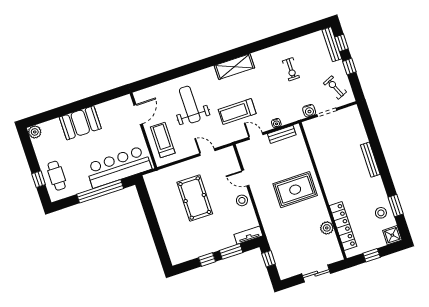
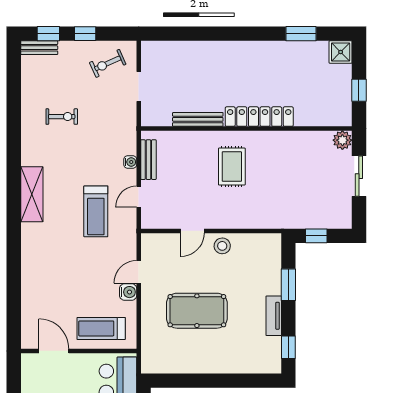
bench: (332, 44) -> (39, 48), width x0.73
weight bench: (190, 105) -> (64, 274), removed
water cooler: (309, 111) -> (128, 292), moved
bench: (370, 160) -> (198, 119), moved
rug: (295, 190) -> (232, 167), width x0.73, depth x0.70
stool: (381, 213) -> (304, 58), removed
locker: (343, 226) -> (259, 117), moved
plant: (327, 228) -> (342, 140), moved
tv unit: (248, 235) -> (274, 316), moved
window: (207, 259) -> (288, 347), moved

